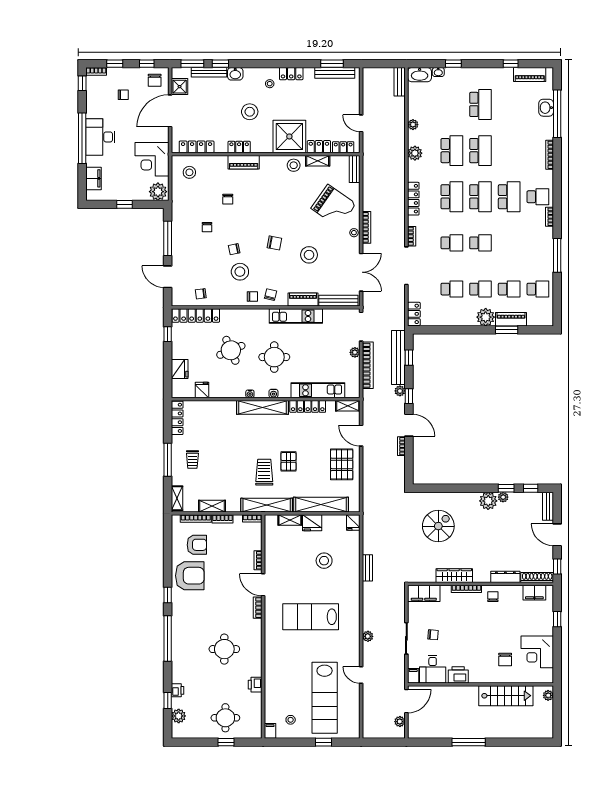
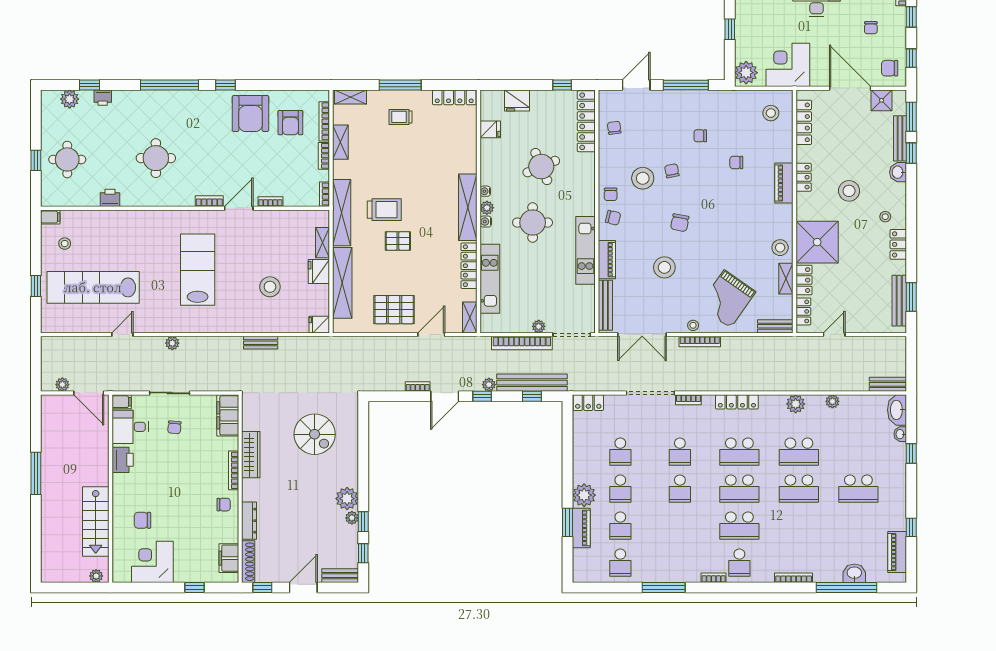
plant: (263, 392) -> (487, 208), added

